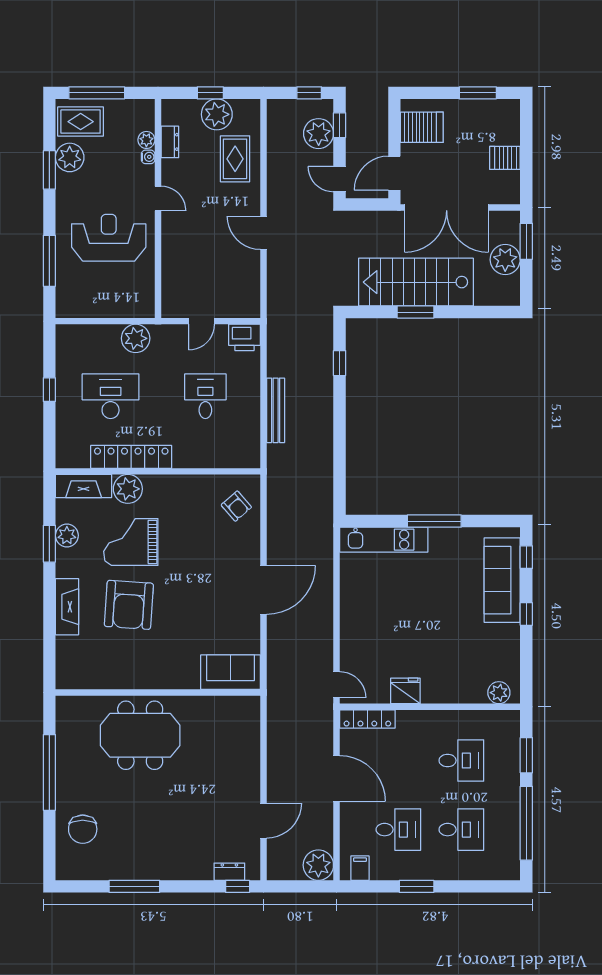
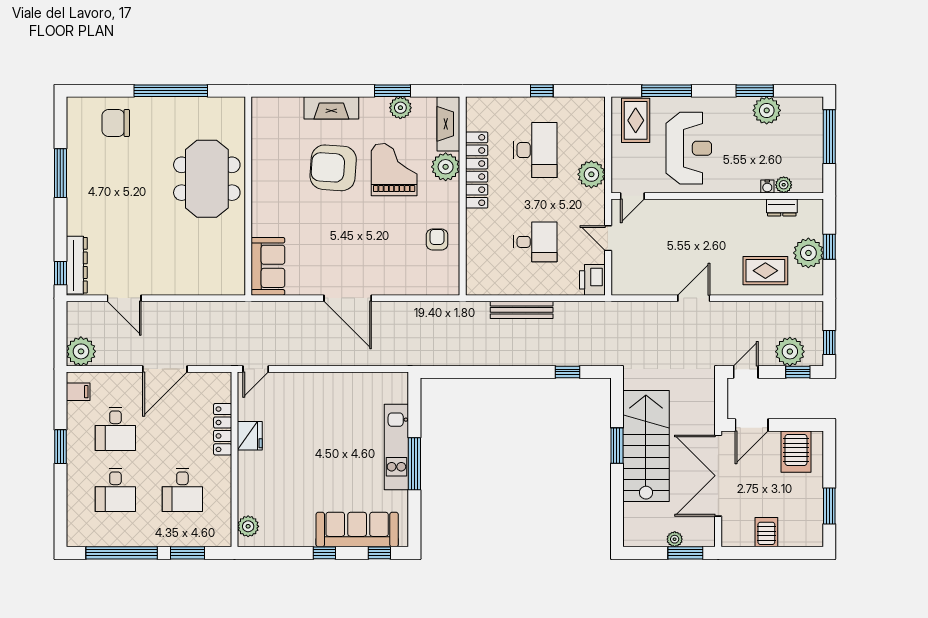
rug: (81, 122) -> (636, 120), moved
door: (394, 173) -> (752, 425), swing flipped
door: (158, 199) -> (632, 196), moved
plant: (505, 260) -> (675, 539), width x0.53, depth x0.53
armchair: (236, 506) -> (437, 240), moved, turned 131
kitchen unit: (384, 540) -> (396, 447), moved
locker: (367, 719) -> (223, 429), moved
dresser: (229, 872) -> (77, 265), width x1.96, depth x1.24

